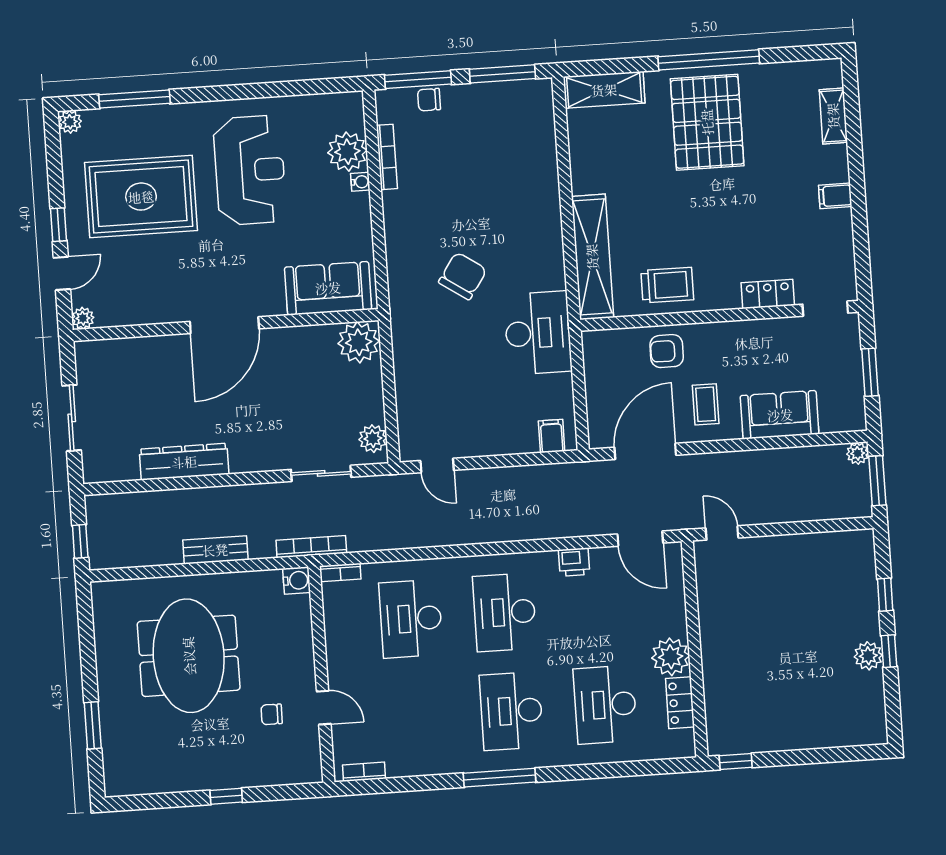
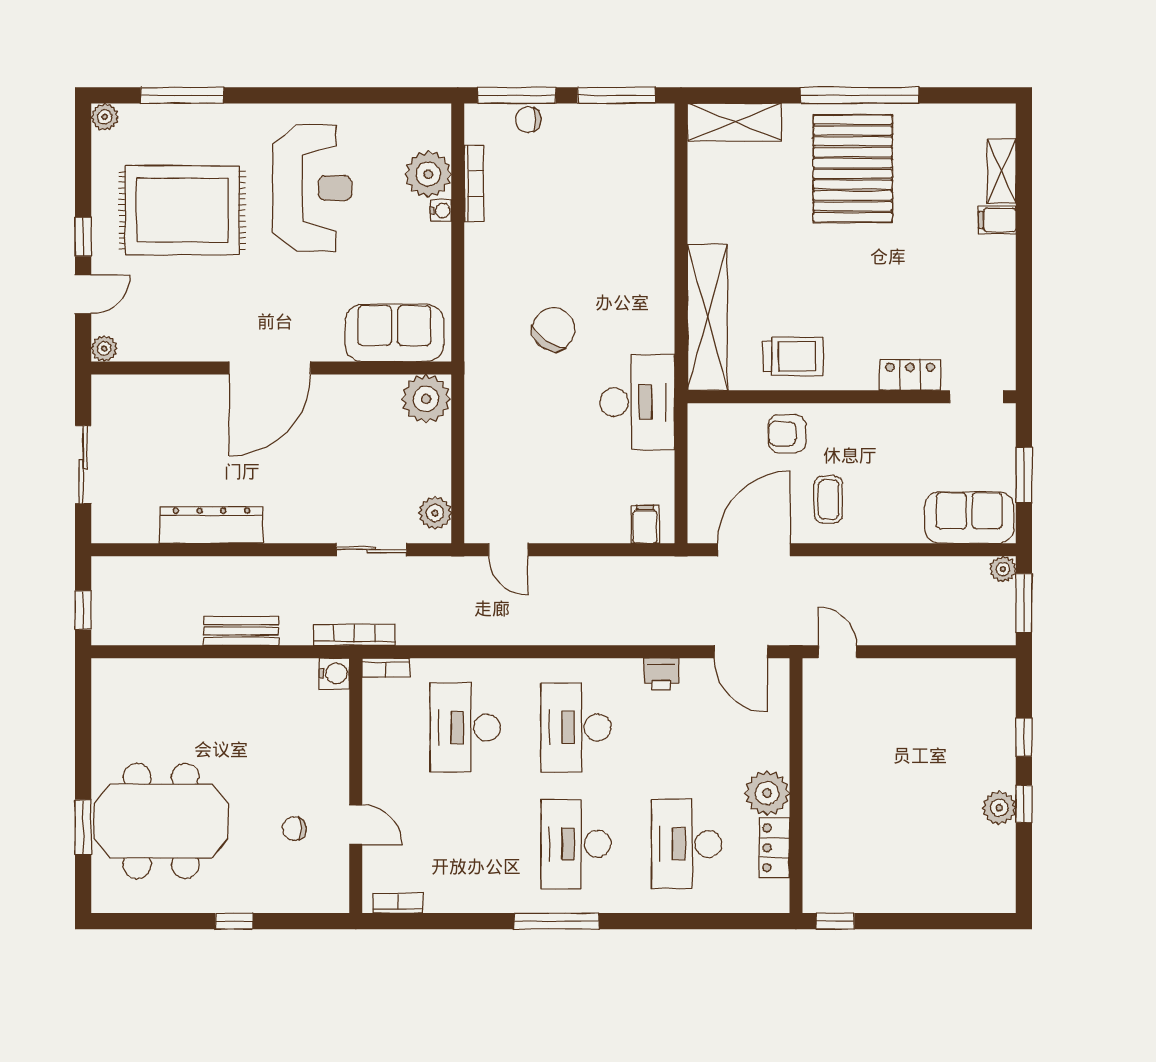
filing cabinet: (835, 196) -> (997, 220), moved
sofa: (780, 415) -> (969, 518), moved
meeting table: (189, 656) -> (161, 821), moved, turned 90

